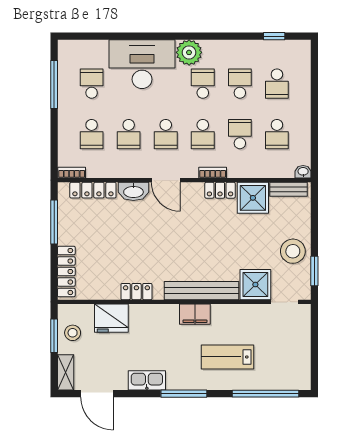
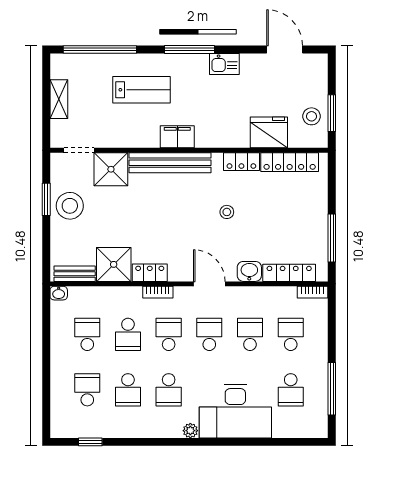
plant: (189, 52) -> (190, 431), width x0.53, depth x0.53
washbasin: (133, 191) -> (249, 271), width x0.72
stool: (150, 246) -> (227, 212), added
window: (314, 271) -> (46, 199), moved
locker: (66, 272) -> (290, 162), moved, turned -90
shelving: (66, 372) -> (59, 99), moved
kitchen sink: (147, 380) -> (224, 64), width x0.73

